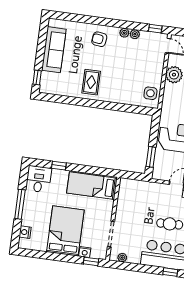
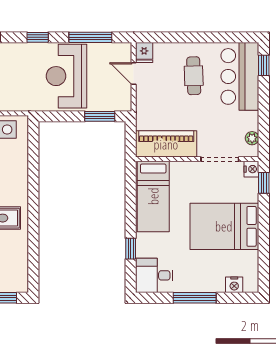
piano: (126, 199) -> (166, 144), added
nightstand: (85, 252) -> (251, 169), moved

